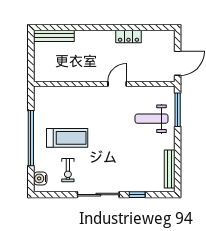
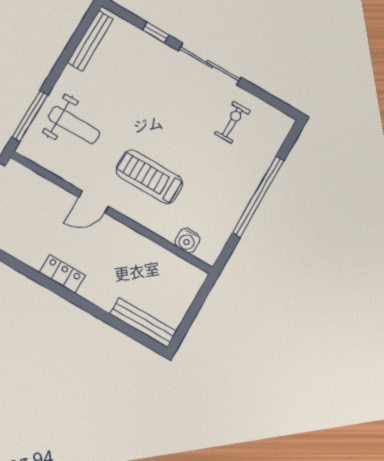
locker: (128, 37) -> (62, 274), moved
treadmill: (67, 138) -> (149, 177), moved
water cooler: (40, 178) -> (187, 241), moved, turned 90

